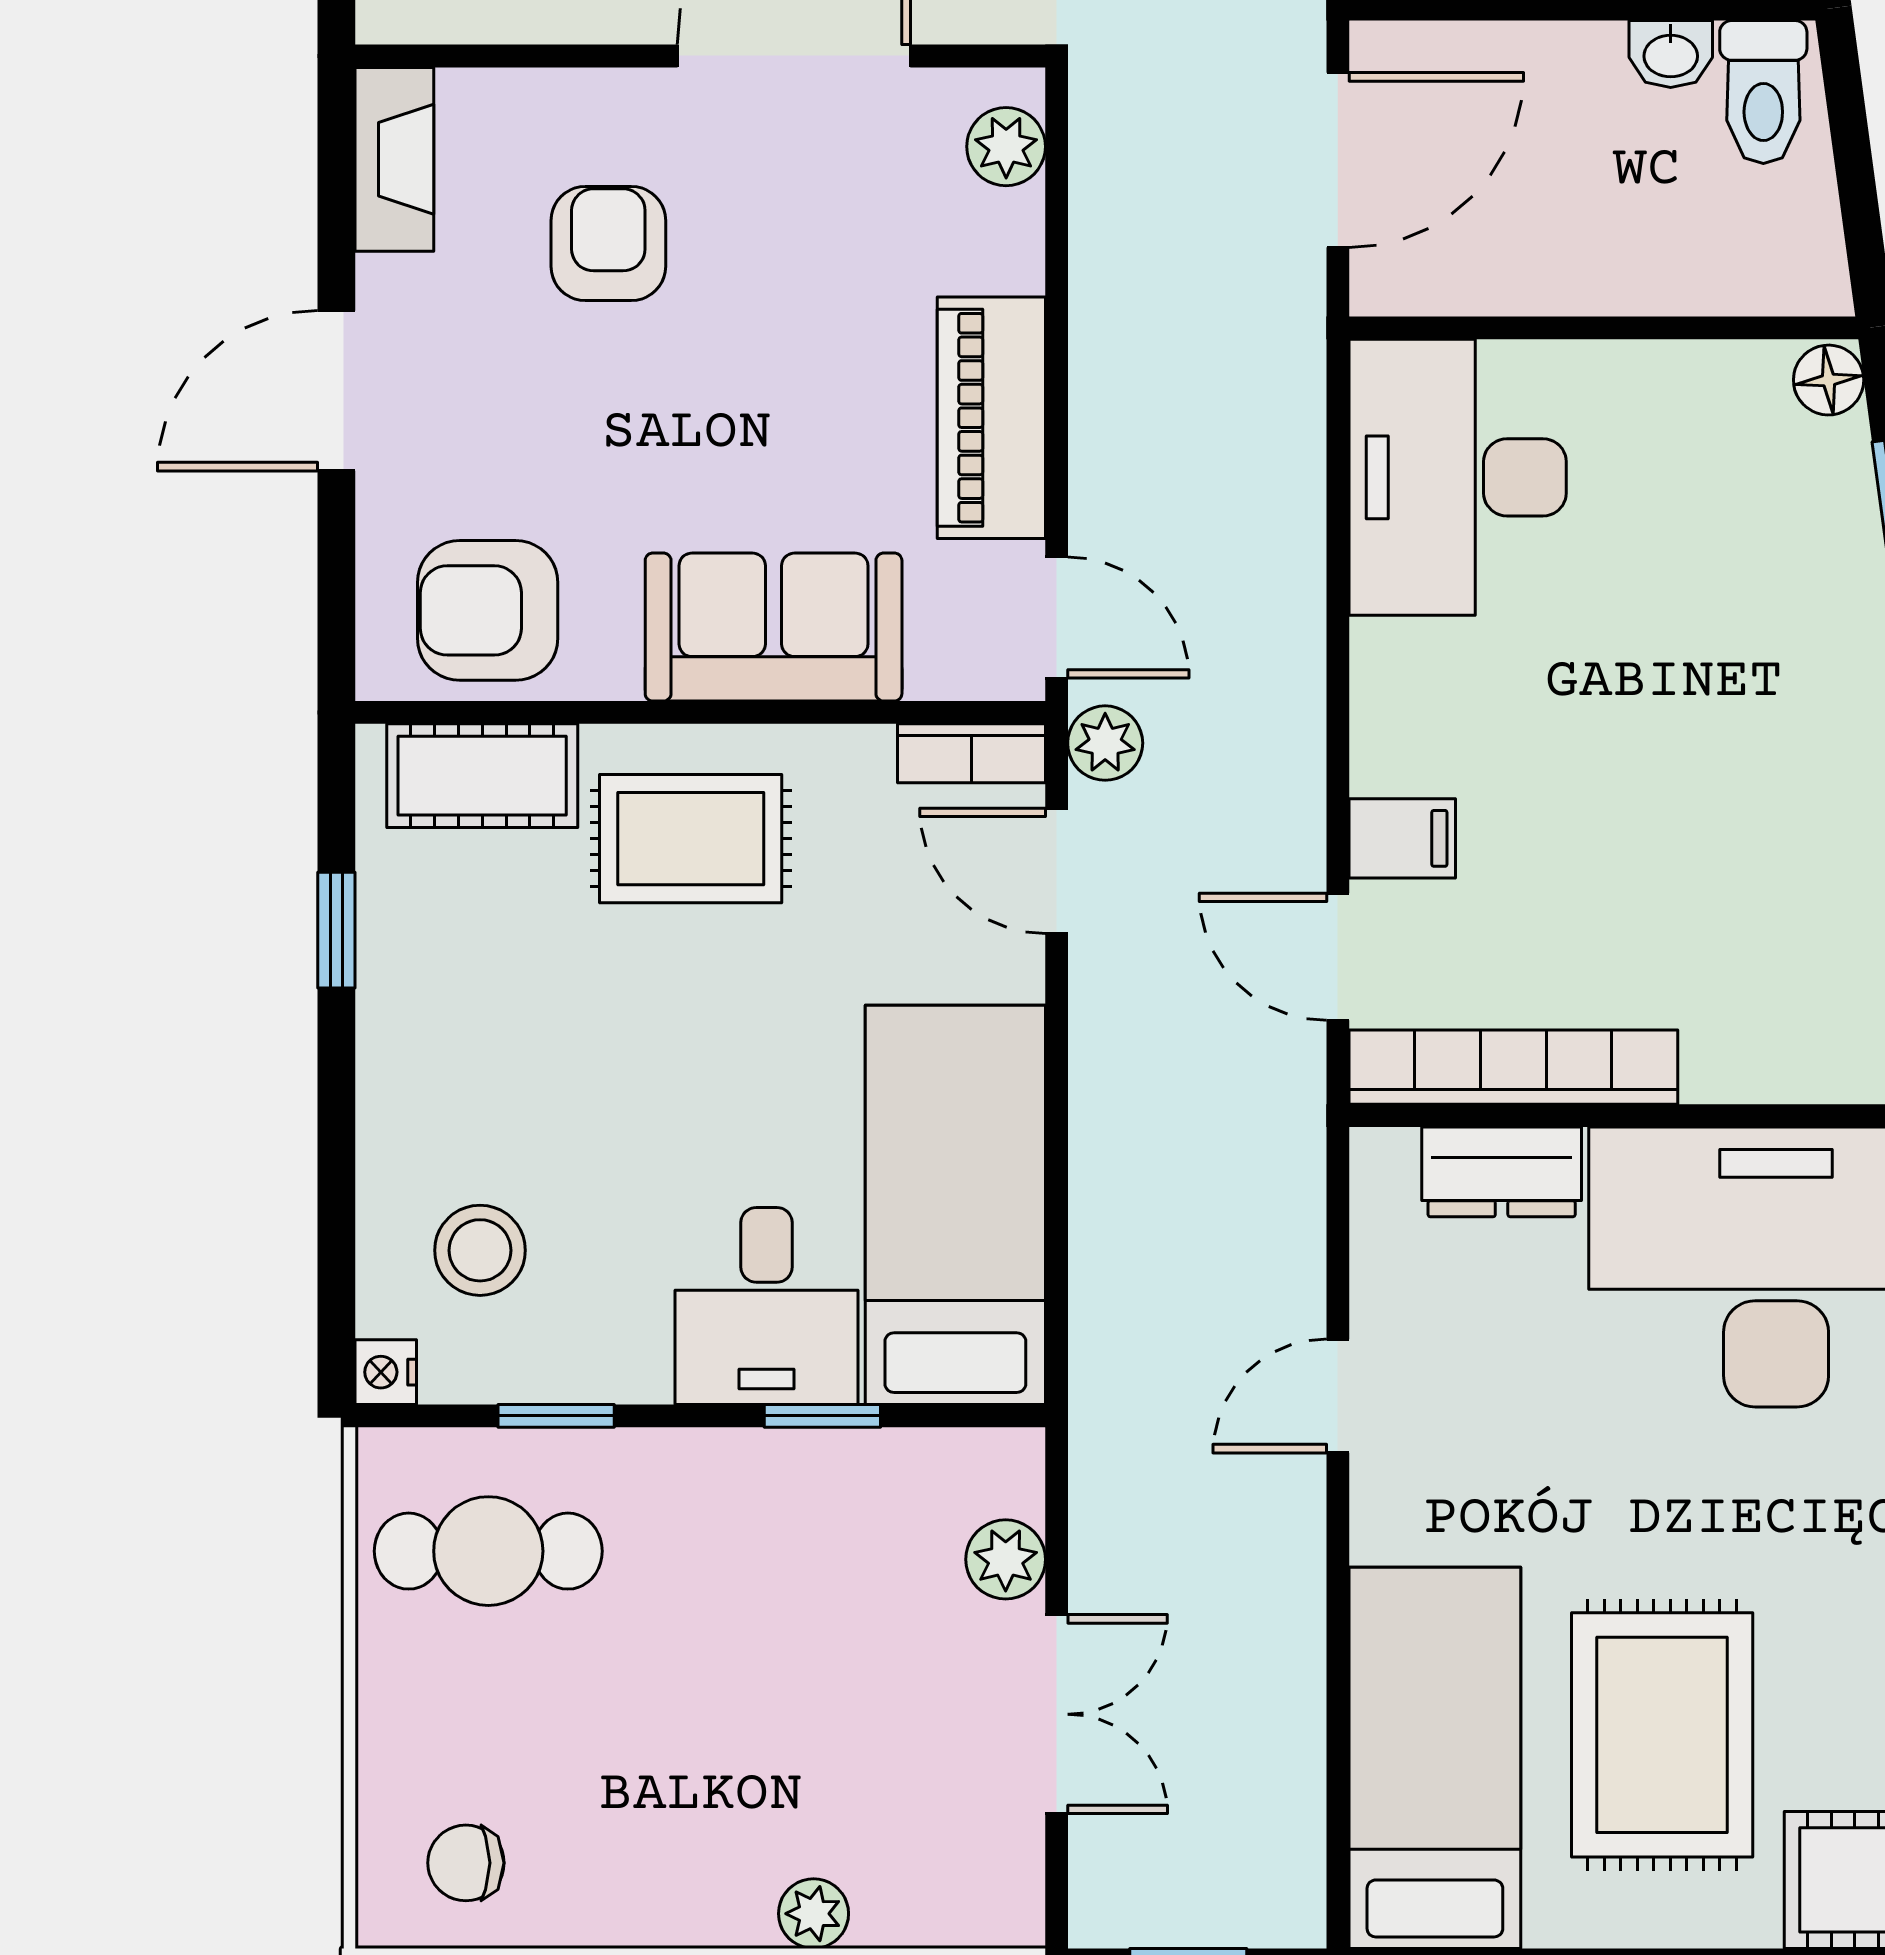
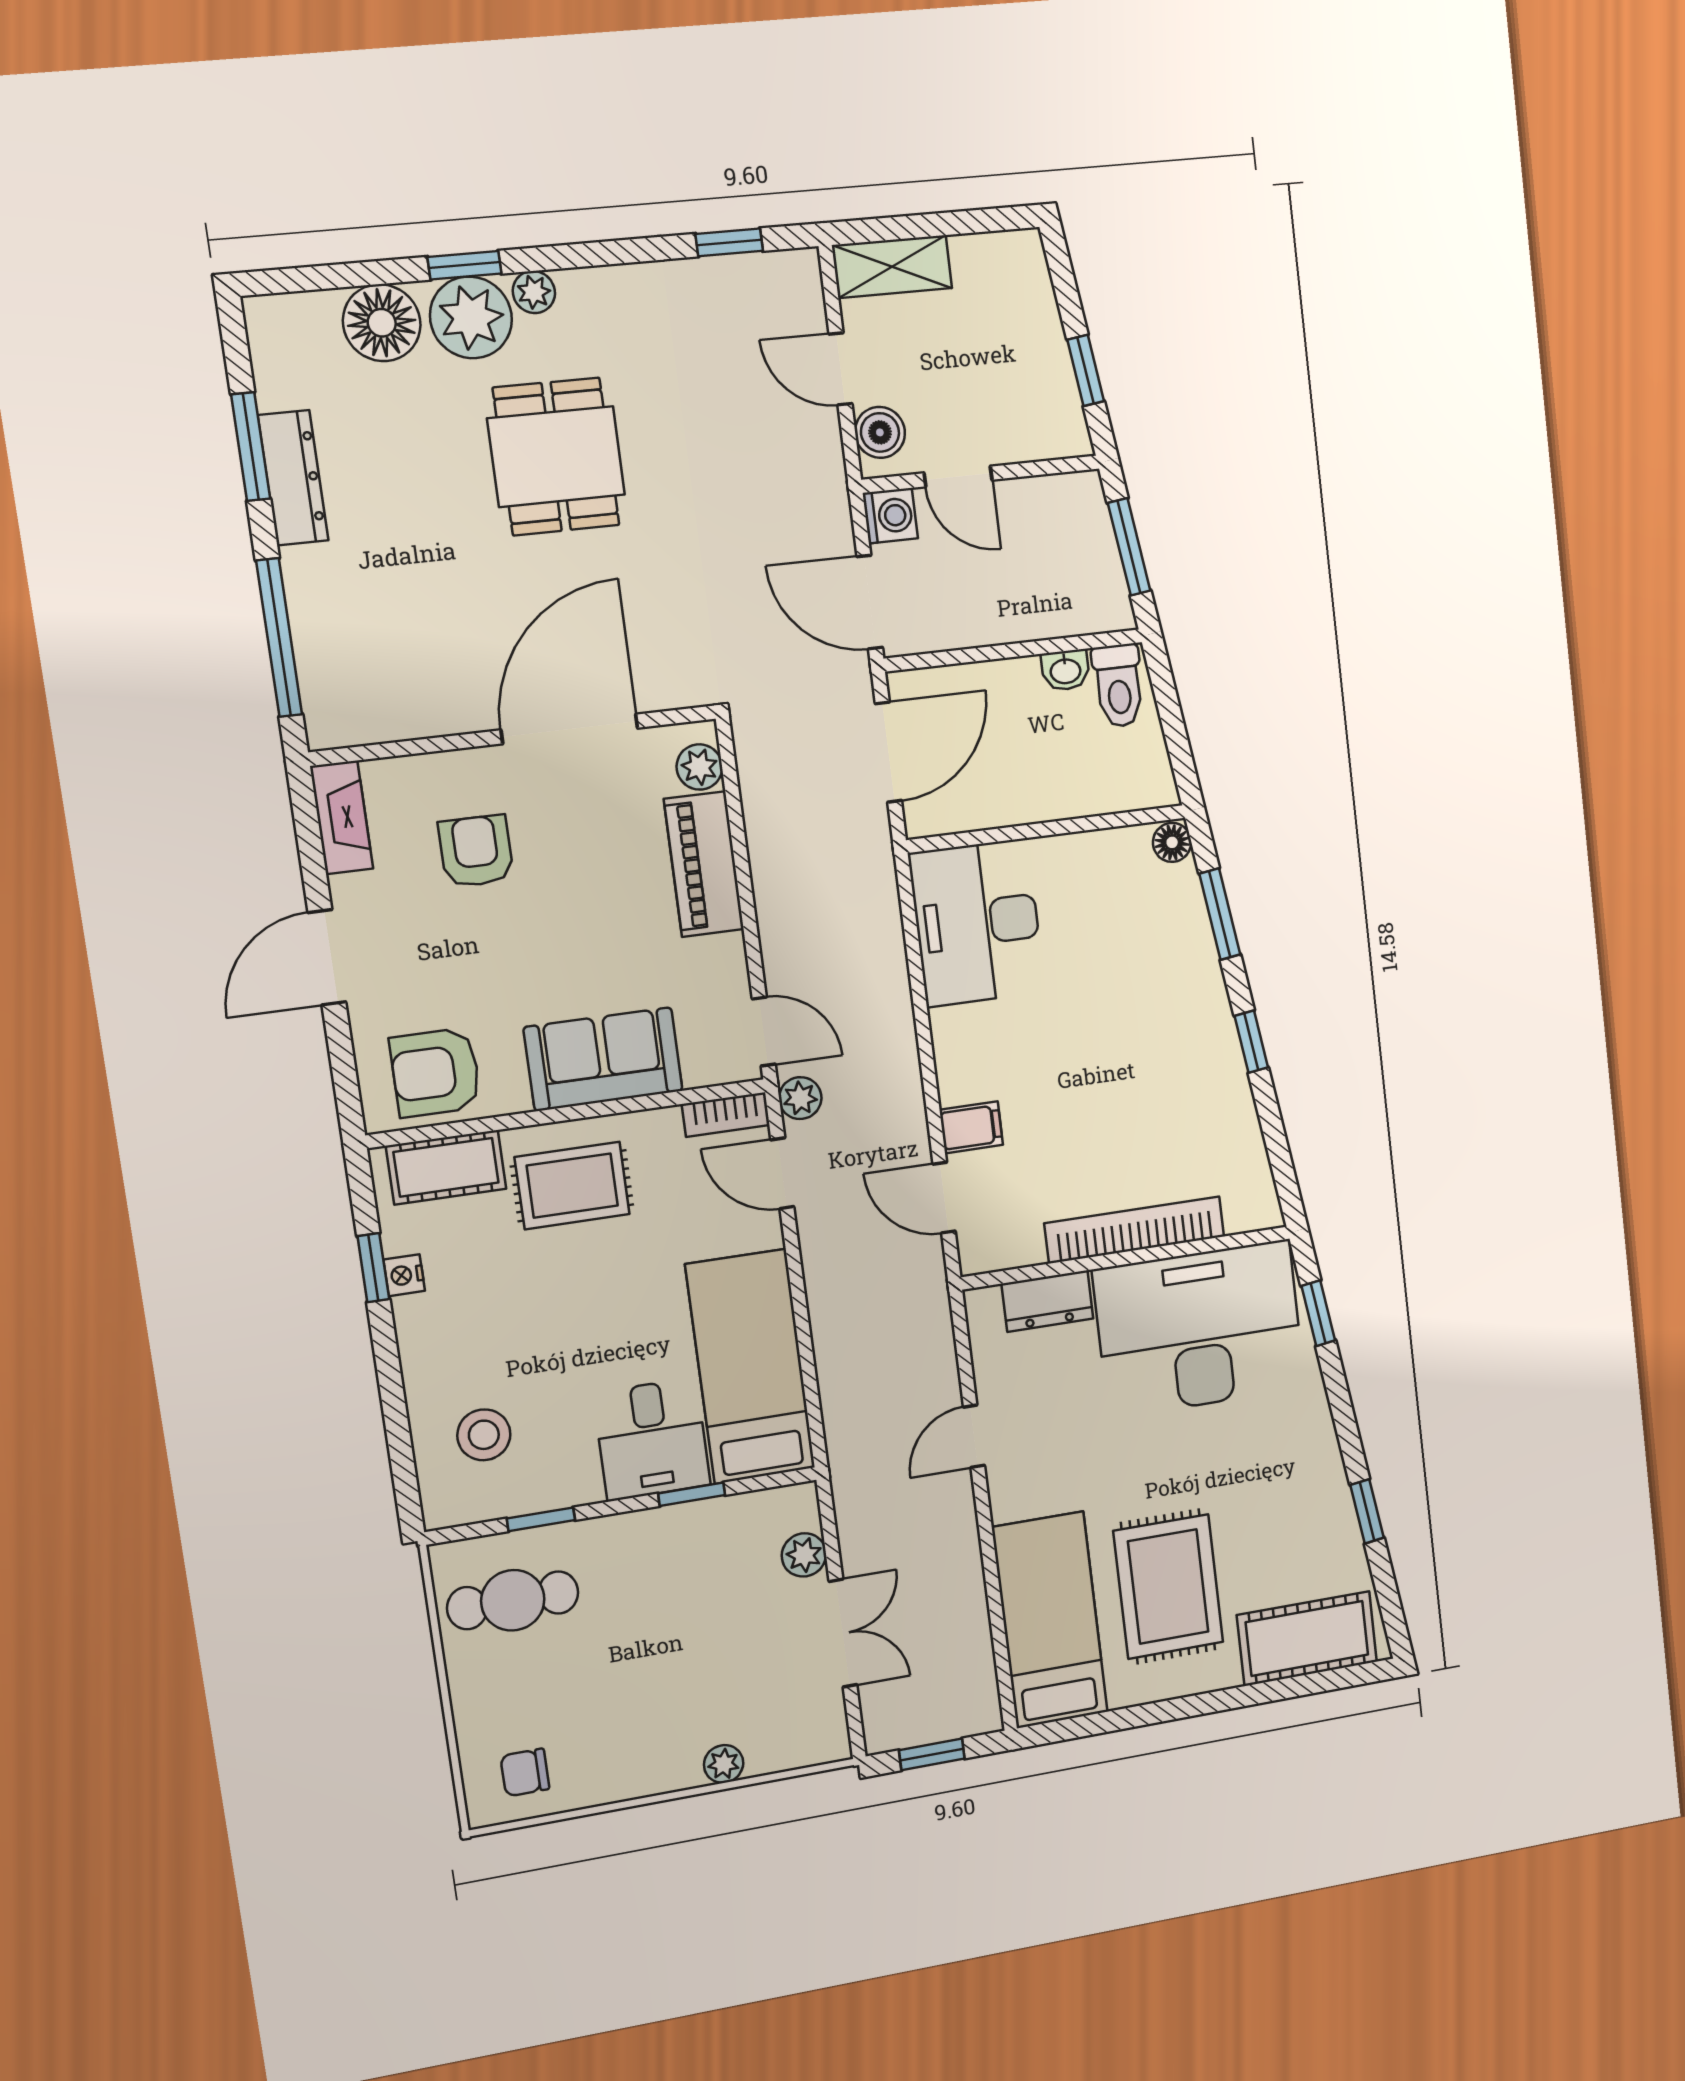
piano: (991, 418) -> (704, 864), moved
bookcase: (1513, 1067) -> (1135, 1230), moved
nightstand: (386, 1372) -> (404, 1275), moved

